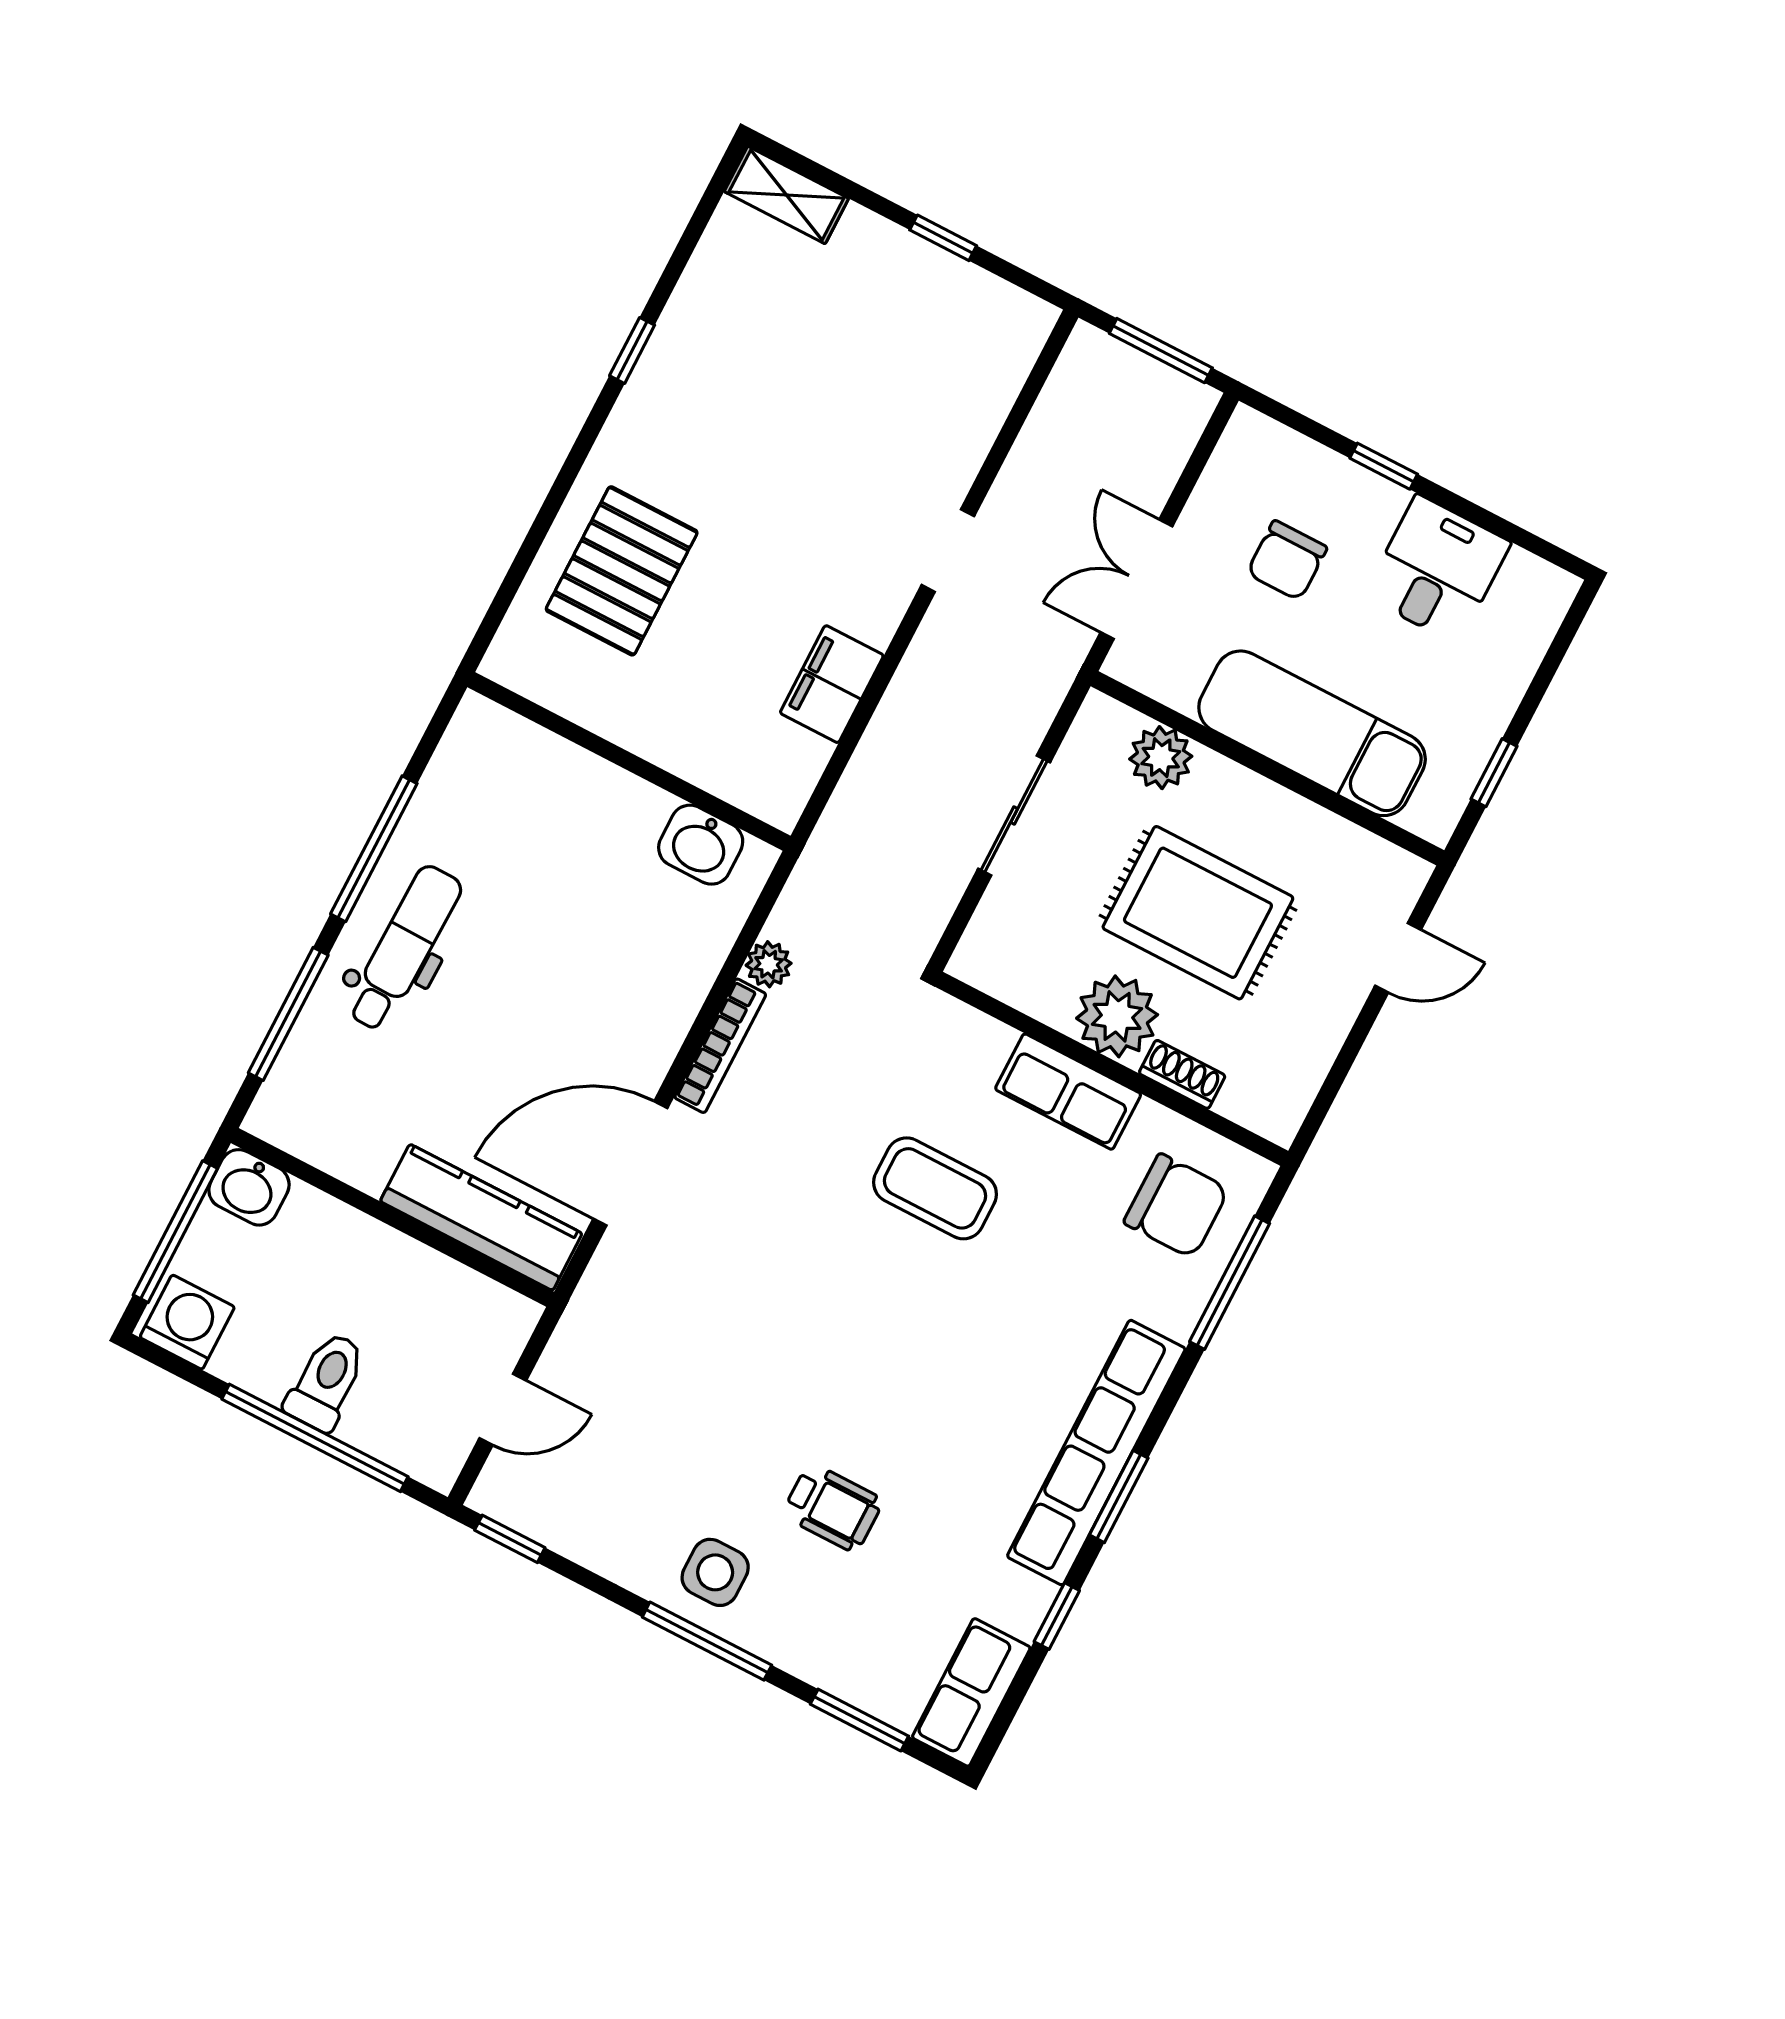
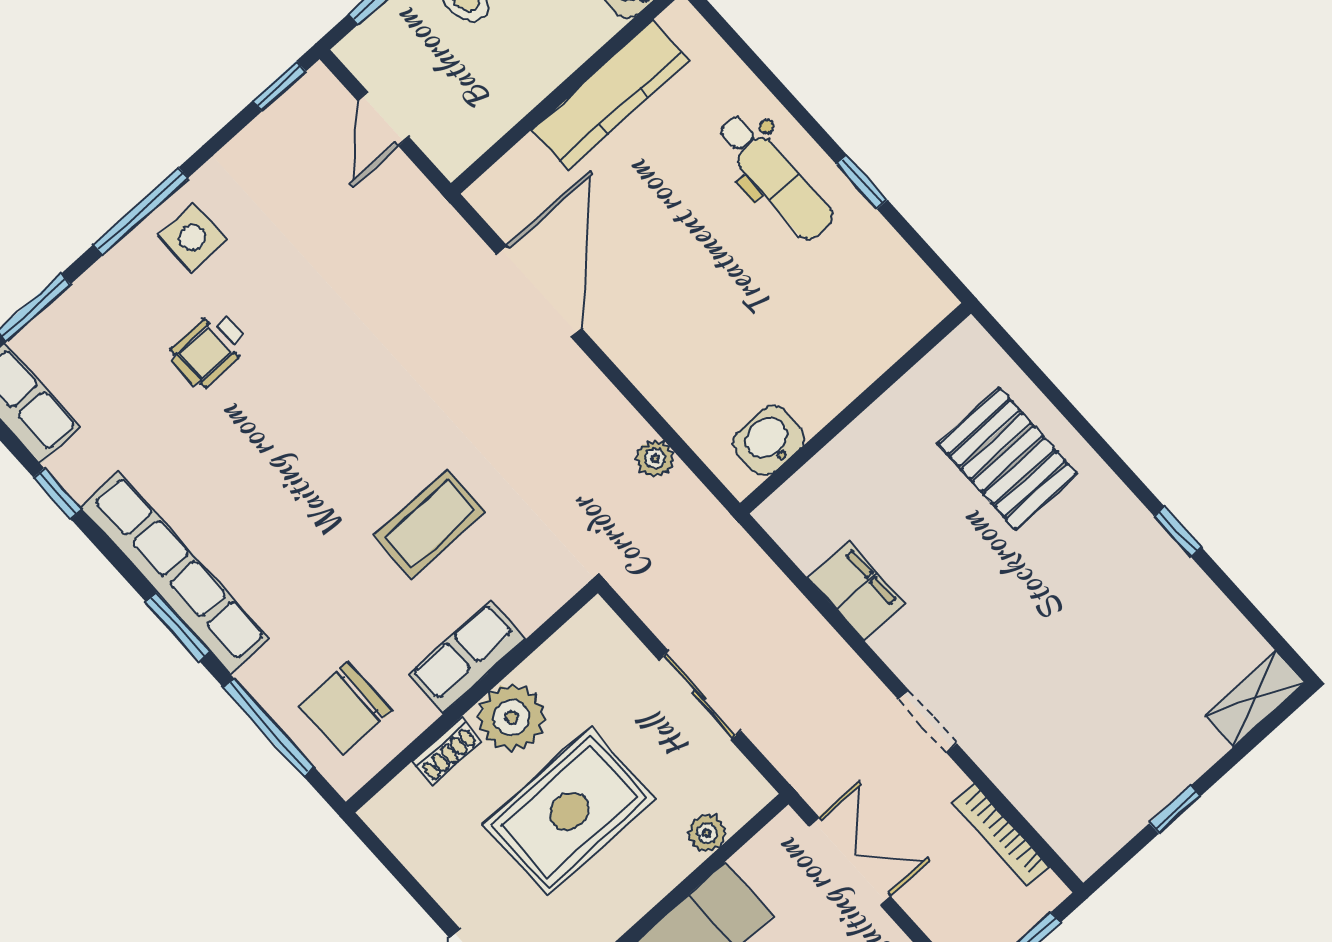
plant: (1161, 758) -> (707, 833), width x0.73, depth x0.73
window: (374, 849) -> (862, 182), width x0.46
window: (288, 1014) -> (757, 66), removed
bookcase: (720, 1046) -> (1001, 835), moved
kitchen counter: (481, 1217) -> (610, 95), moved
window: (1119, 1497) -> (178, 627), moved

